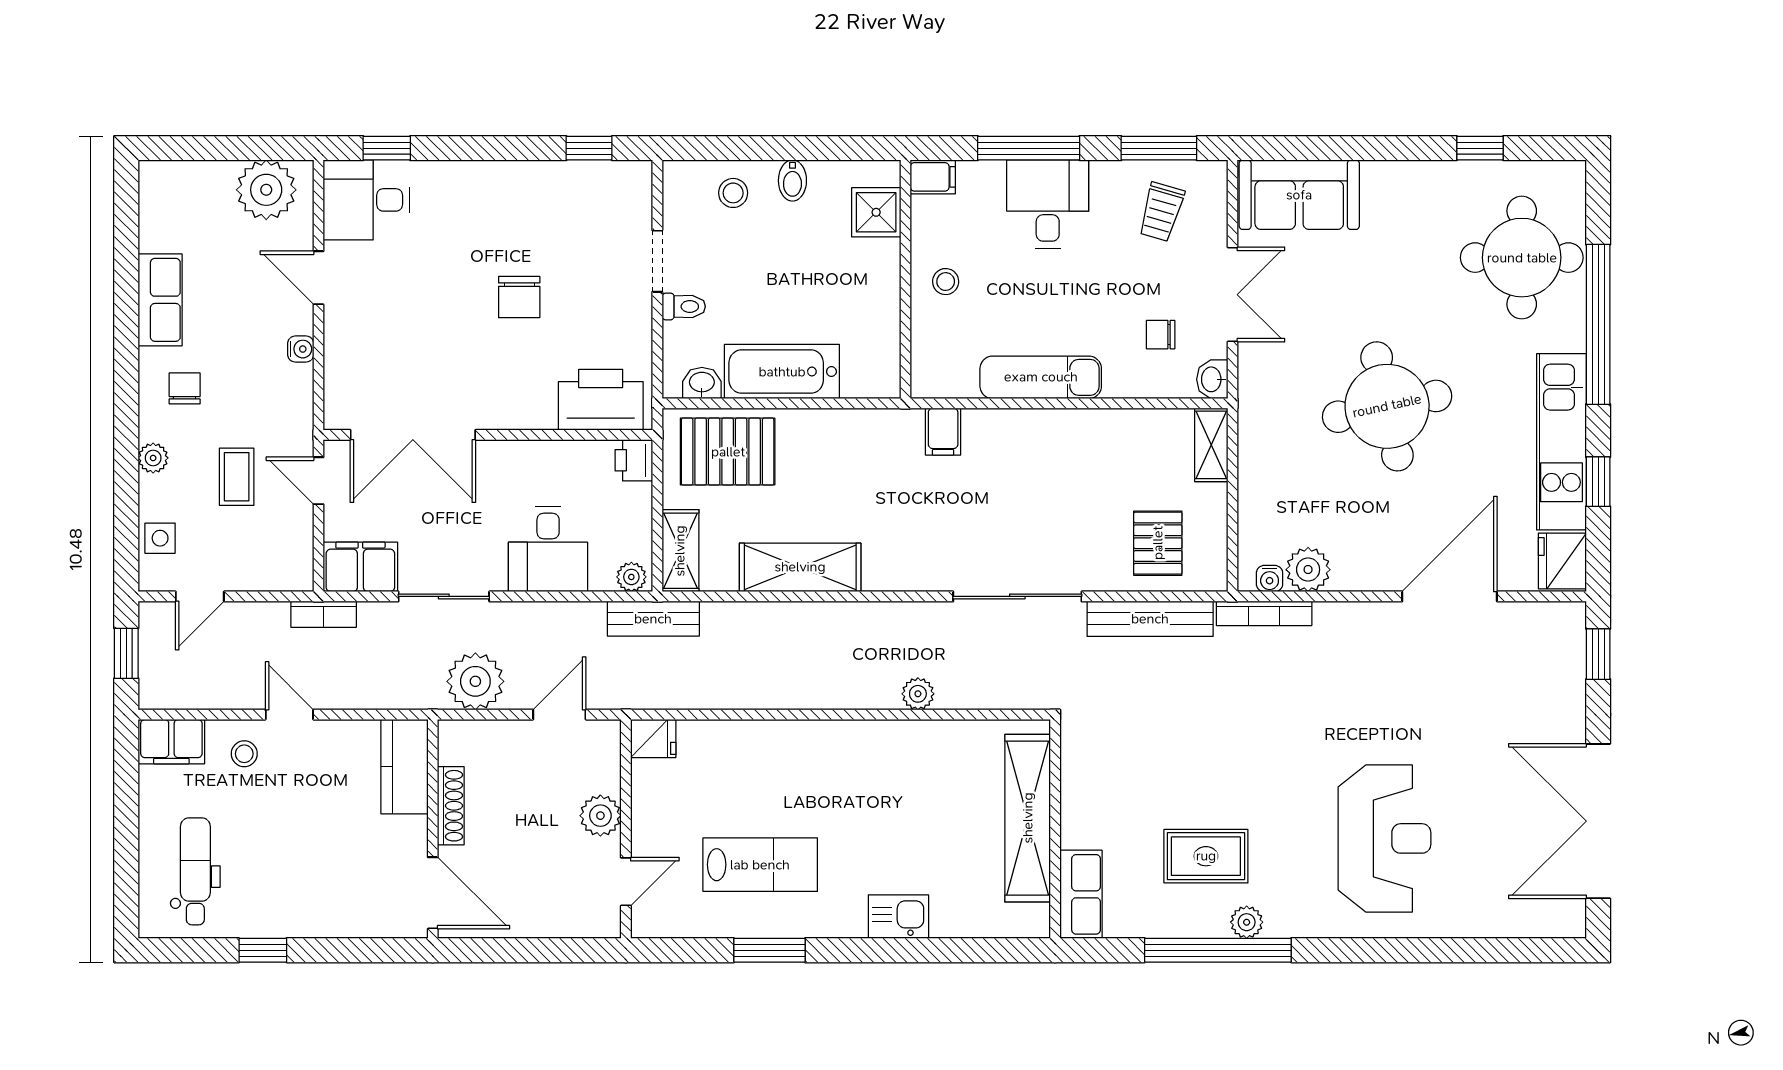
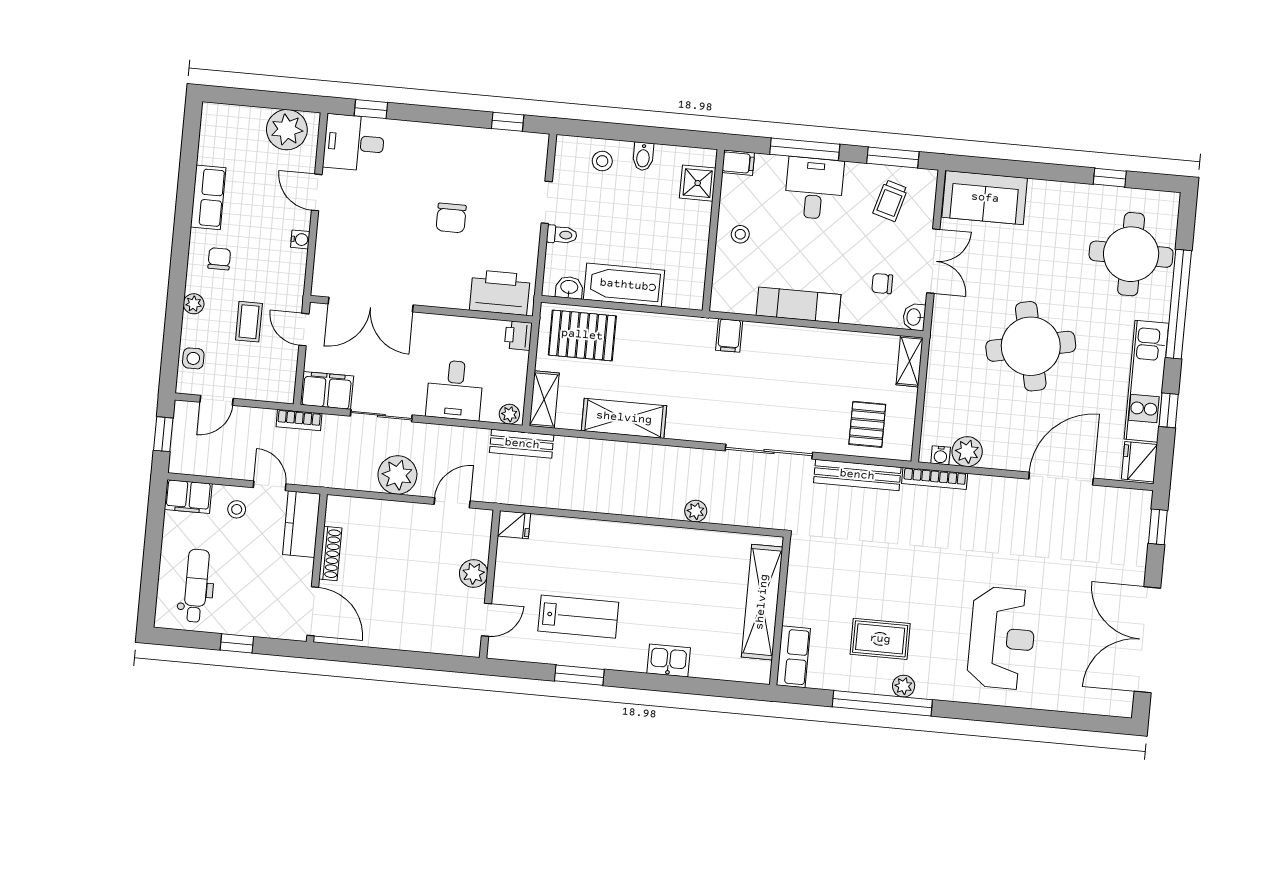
kitchen counter: (404, 767) -> (301, 524), moved
shoe rack: (451, 806) -> (330, 554), moved
wall: (433, 829) -> (317, 568), moved
door: (433, 893) -> (313, 611), moved

